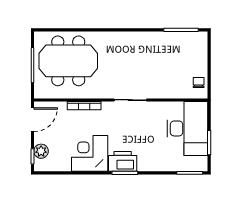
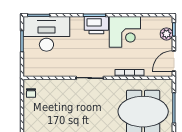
desk: (187, 128) -> (46, 34), moved, turned 90

